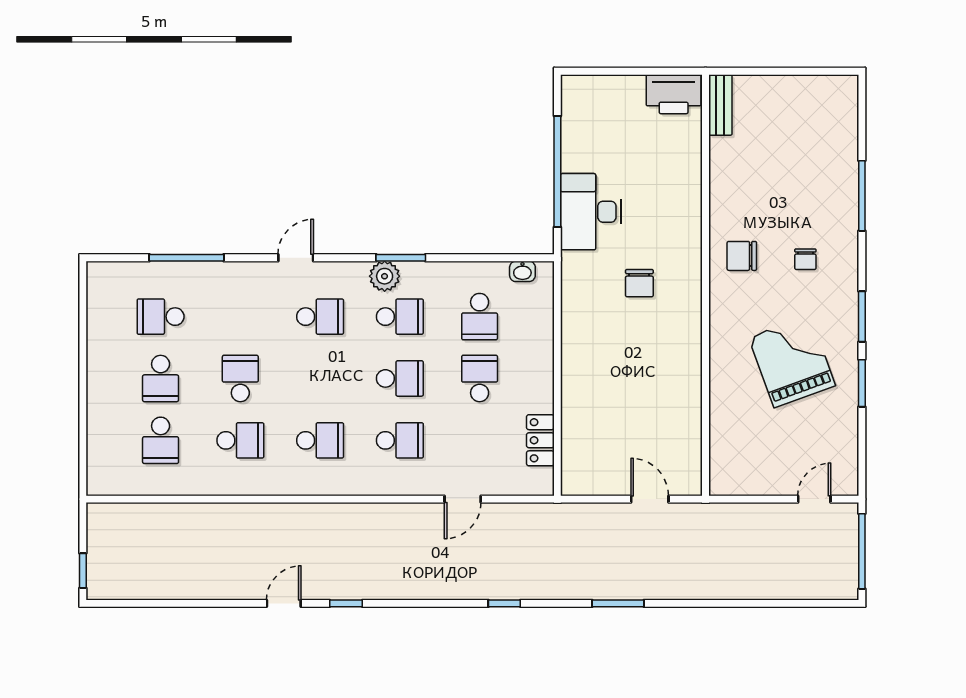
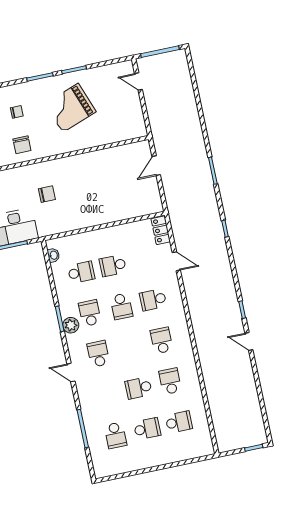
school desk: (400, 378) -> (121, 306), turned 180
school desk: (400, 440) -> (153, 300), turned -90
locker: (540, 440) -> (161, 230), moved, turned 90

